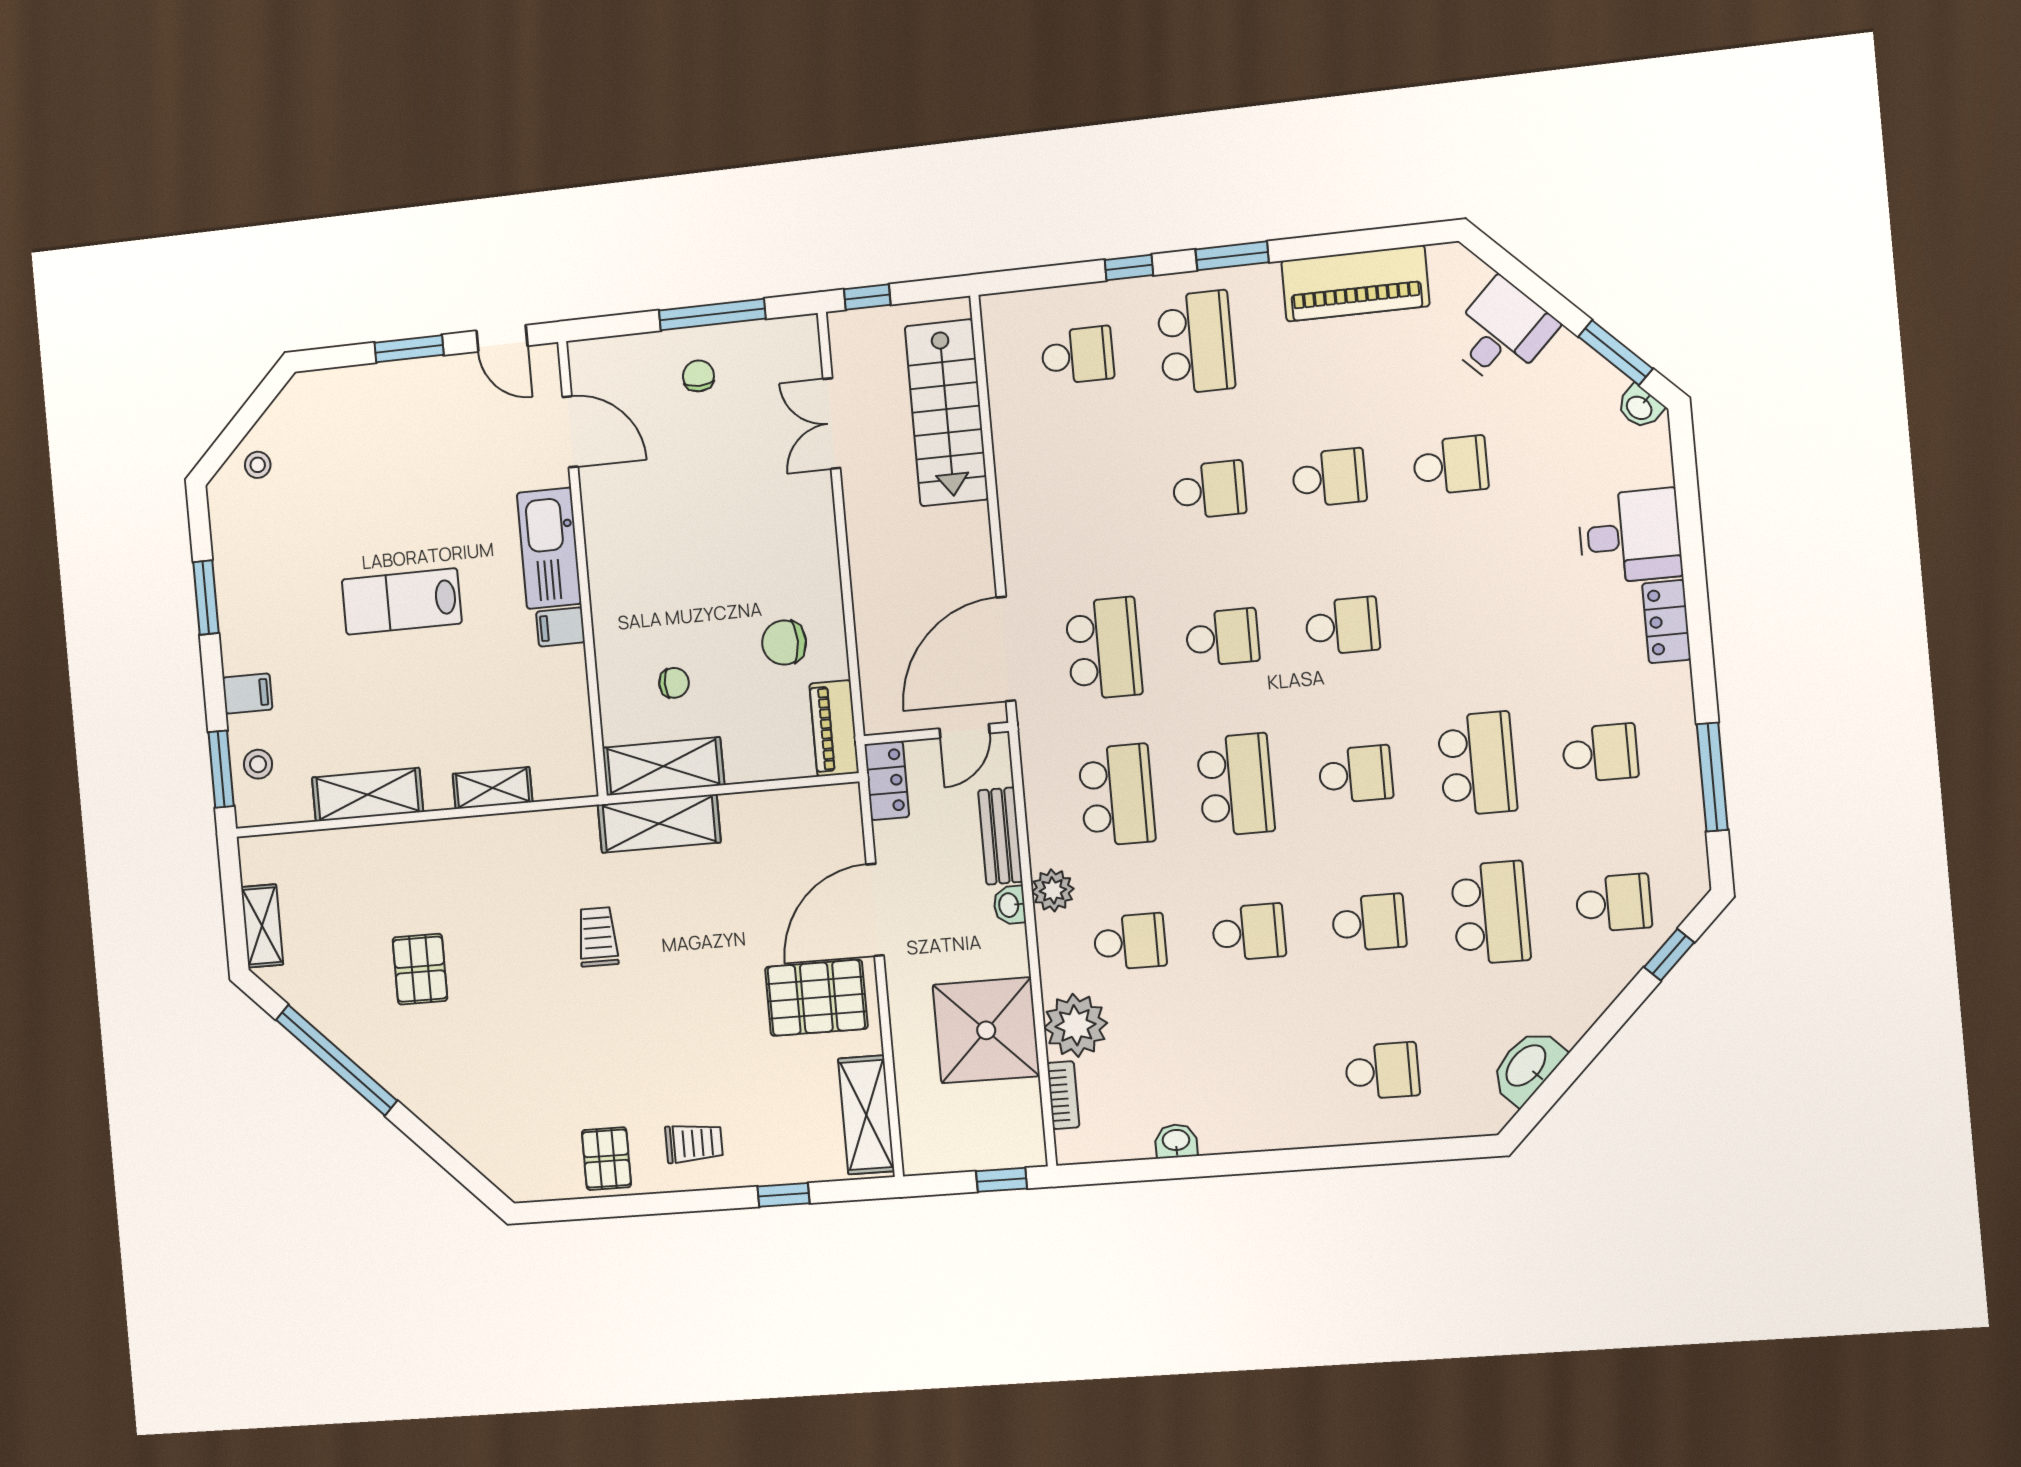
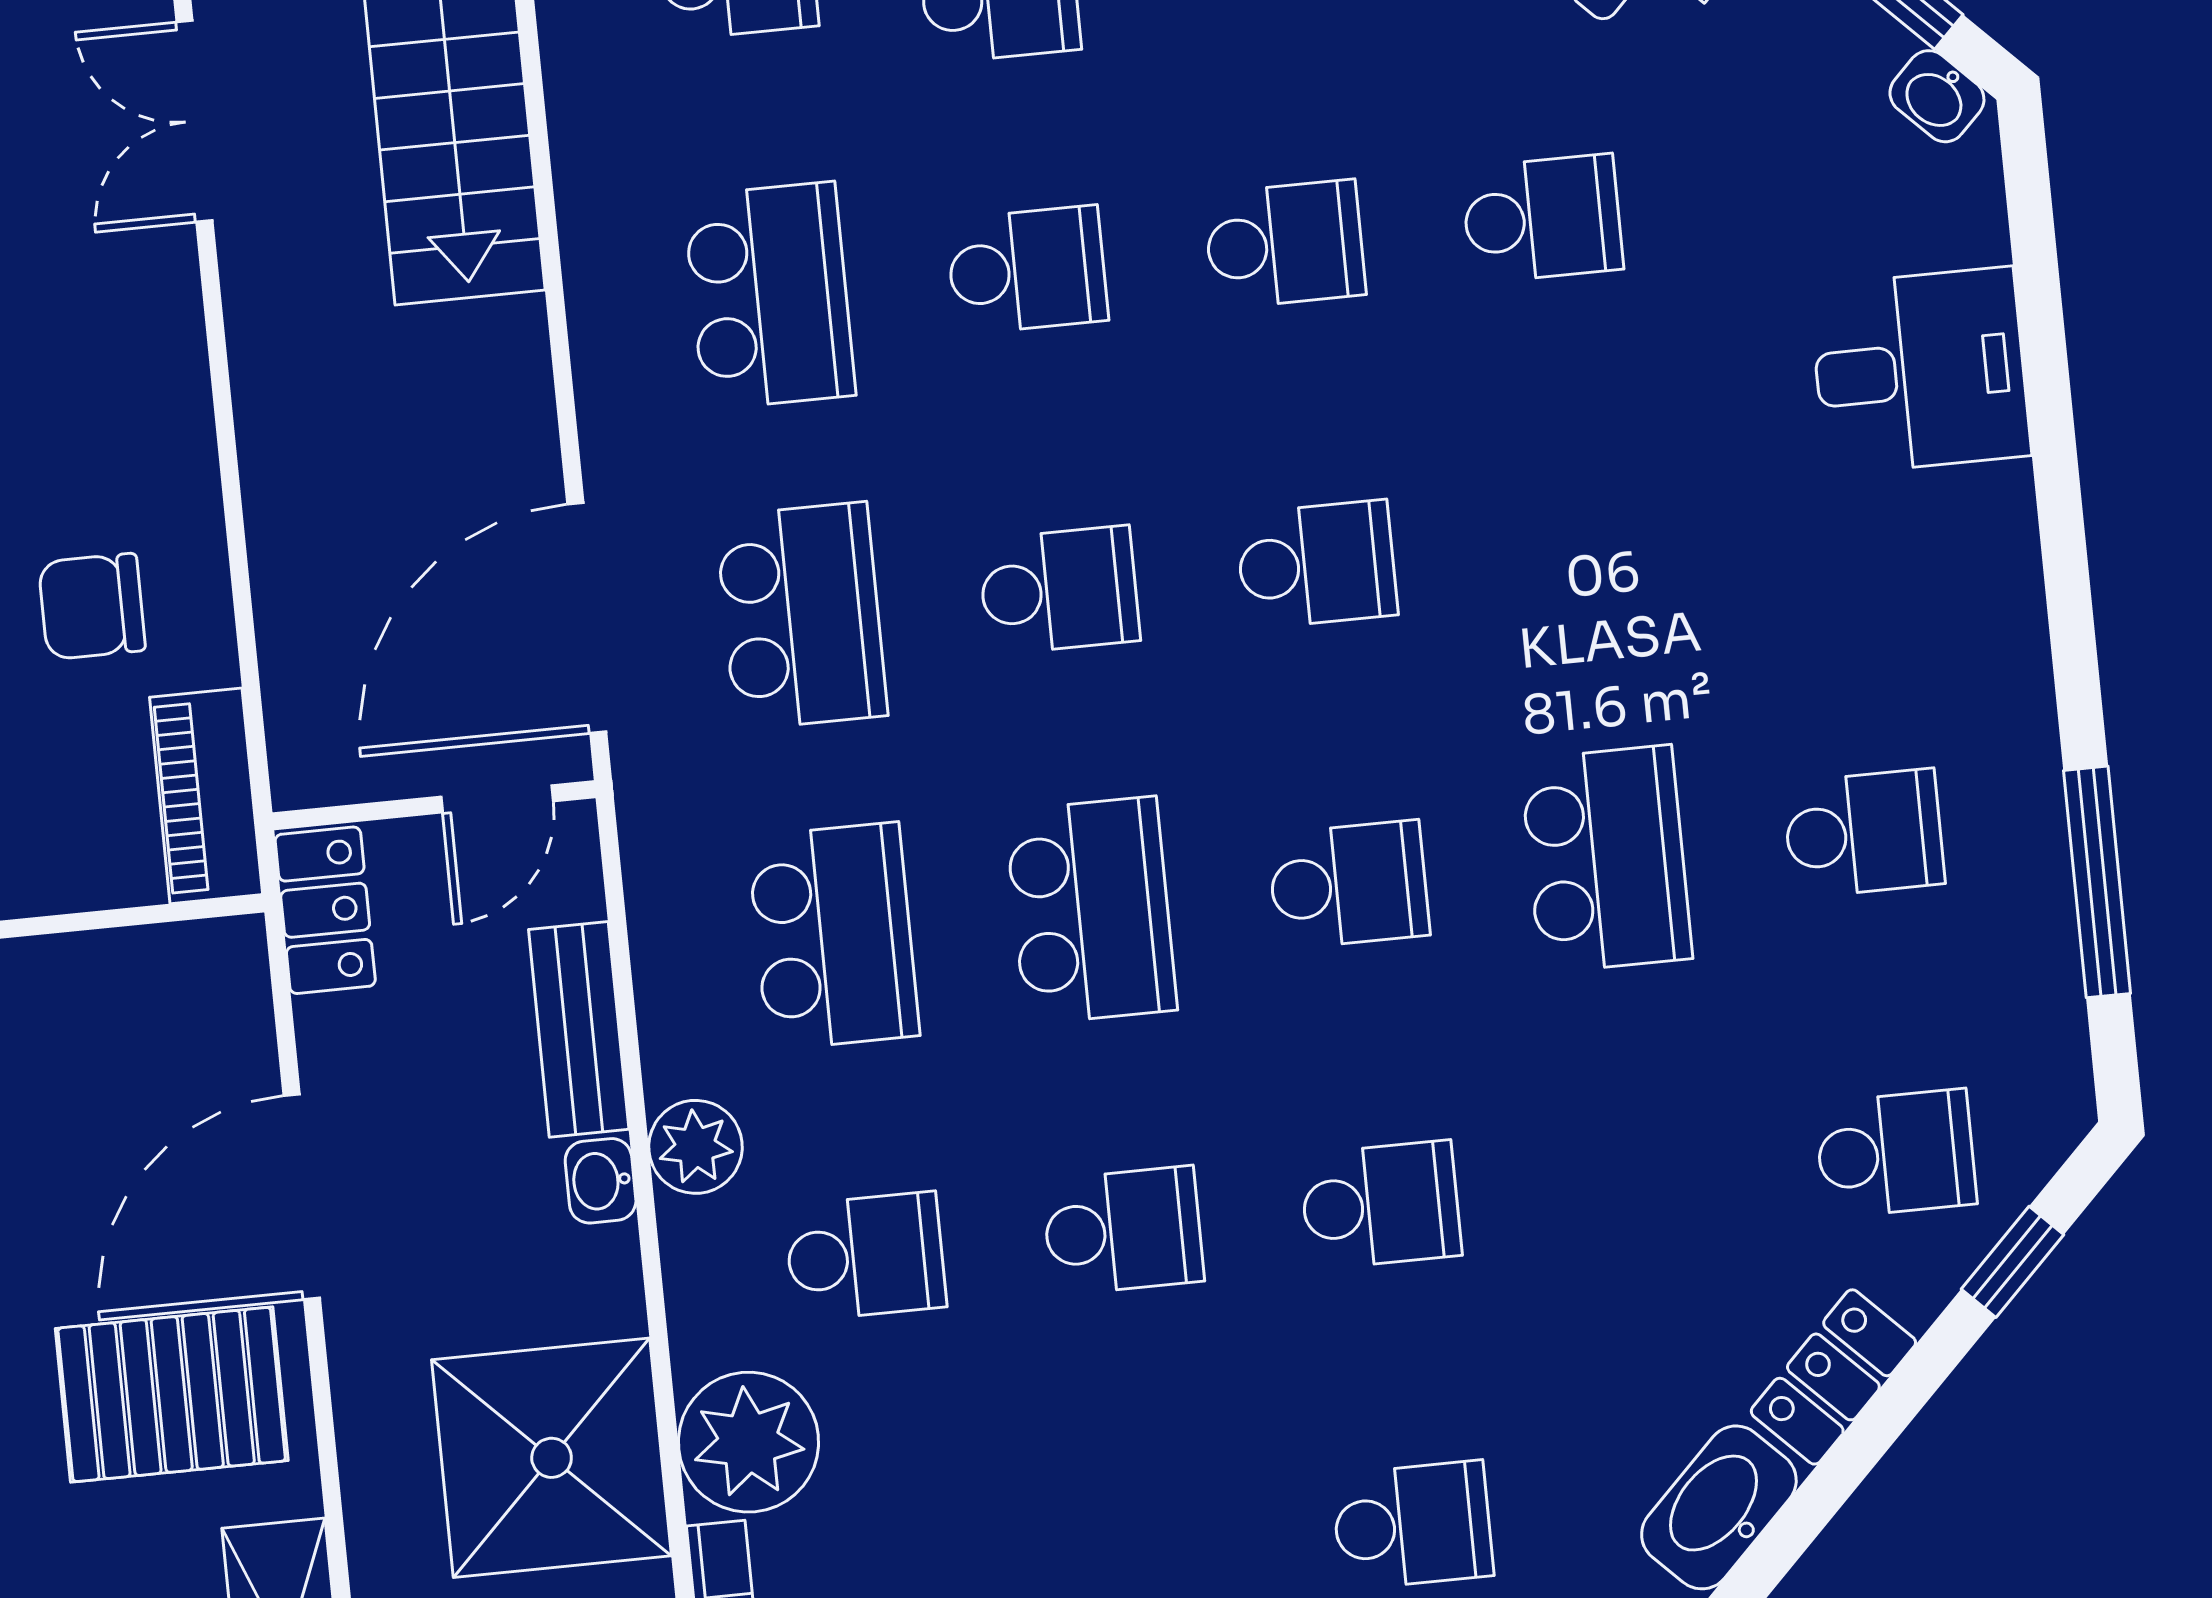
locker: (1666, 622) -> (1833, 1377), moved, turned 45
school desk: (1491, 913) -> (769, 296), moved

